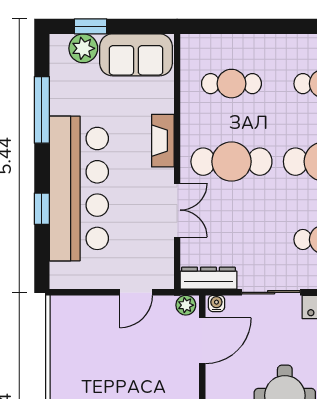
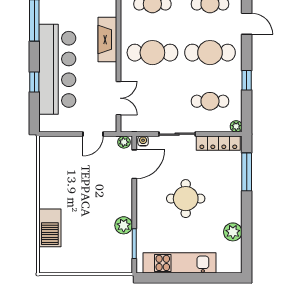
fireplace: (163, 141) -> (107, 40), width x1.37, depth x1.32
double door: (177, 210) -> (119, 98), moved
dresser: (208, 278) -> (138, 125), removed

